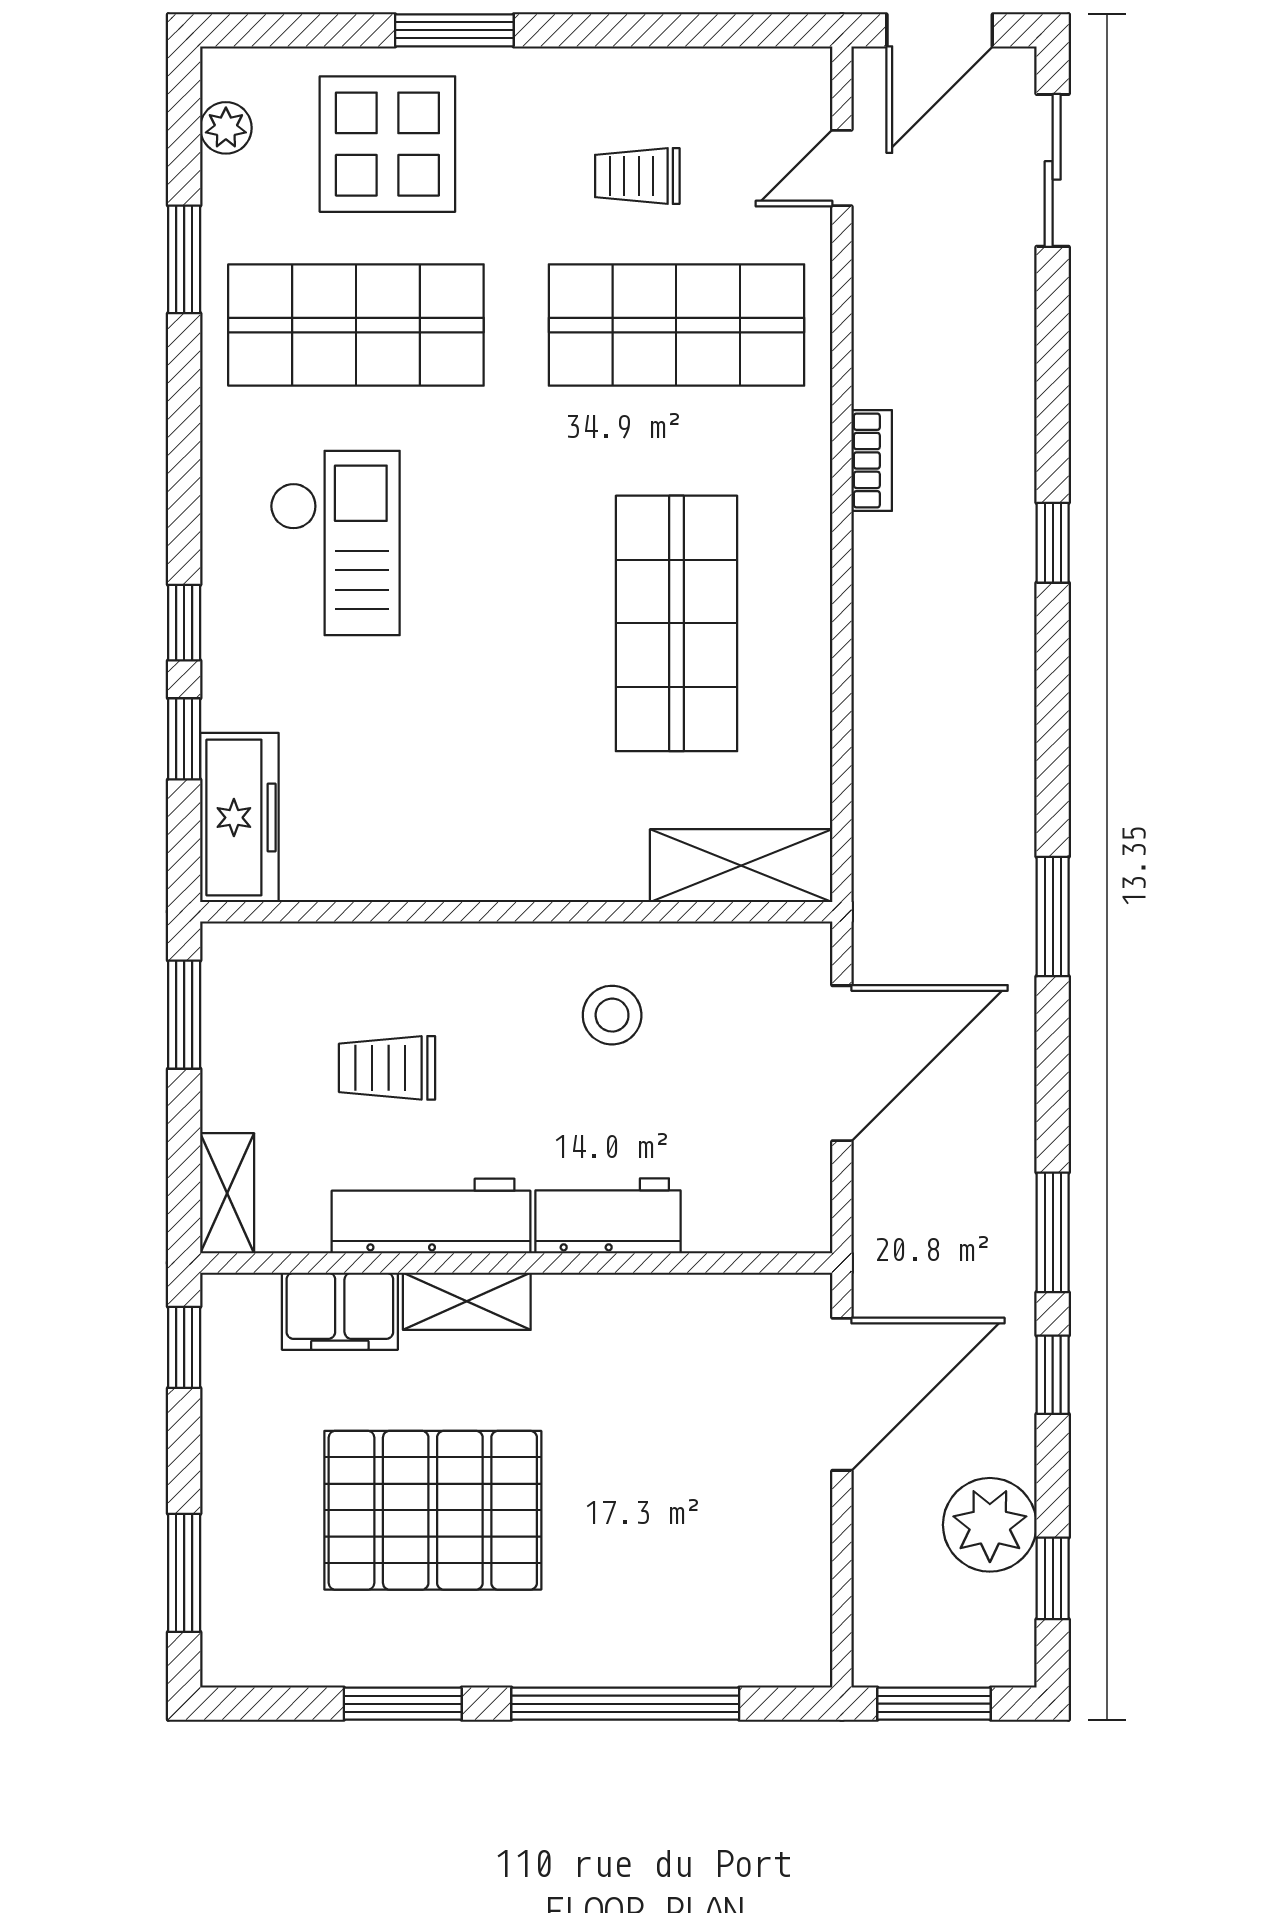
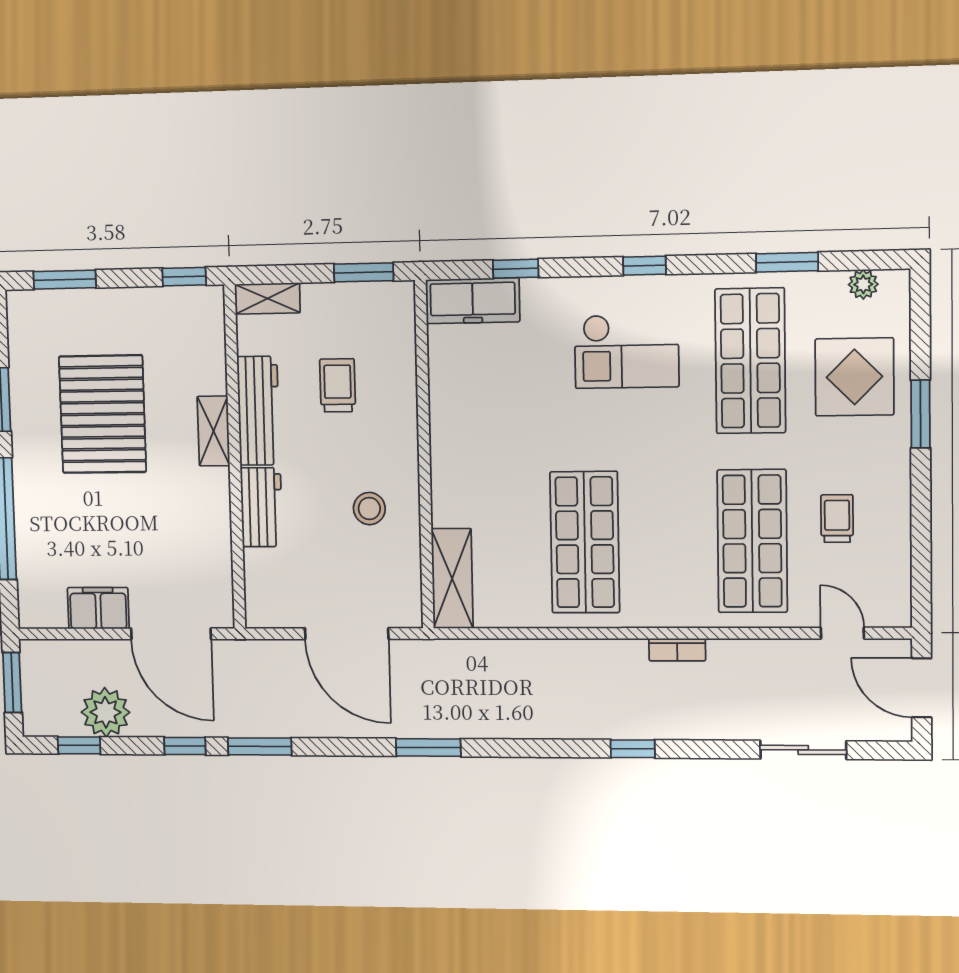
sliding door: (1053, 170) -> (803, 750), moved
window: (184, 623) -> (644, 266), moved
shop shelf: (676, 623) -> (585, 542), turned 90
filing cabinet: (340, 1311) -> (98, 608), moved, turned 90

